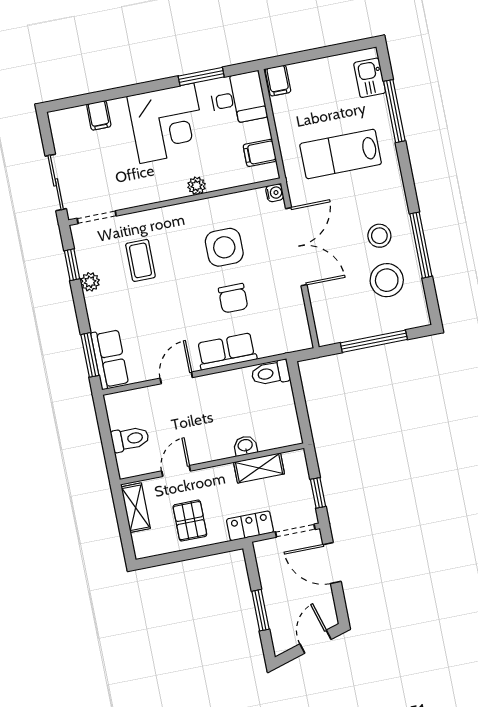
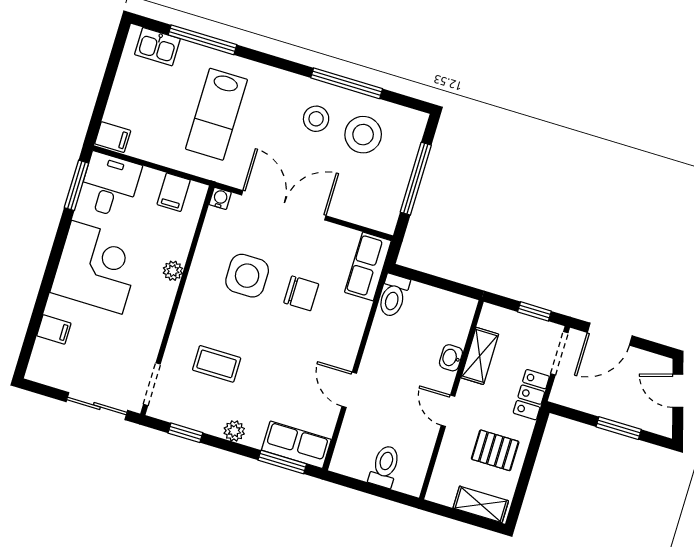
window: (201, 76) -> (76, 185), moved
plant: (90, 282) -> (234, 431), moved
row of seats: (227, 351) -> (368, 266), moved
door: (176, 471) -> (448, 411), moved
shelving: (136, 508) -> (481, 504), moved

